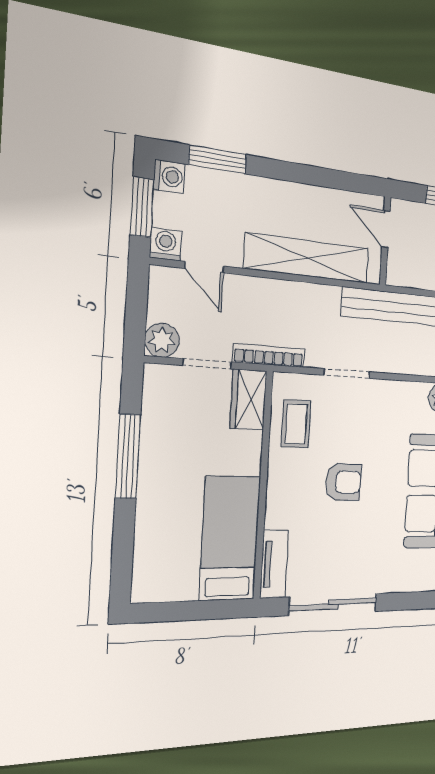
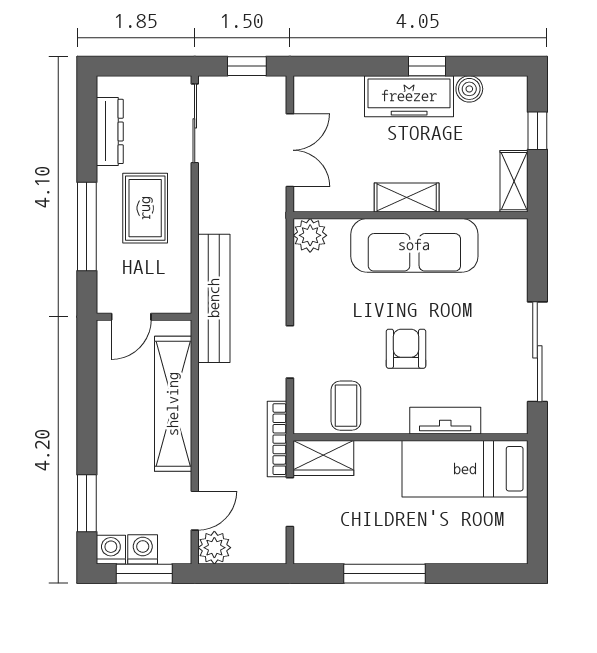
washing machine: (166, 244) -> (143, 549), moved, turned 90
plant: (162, 340) -> (214, 548), moved
coffee table: (296, 424) -> (346, 406), turned 90
tv unit: (274, 564) -> (445, 421), moved

